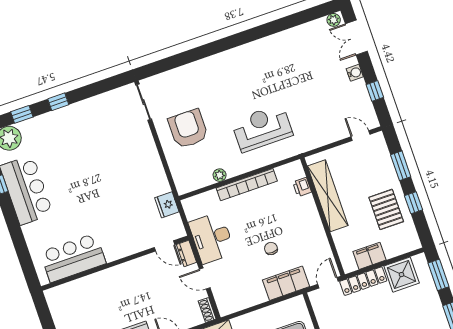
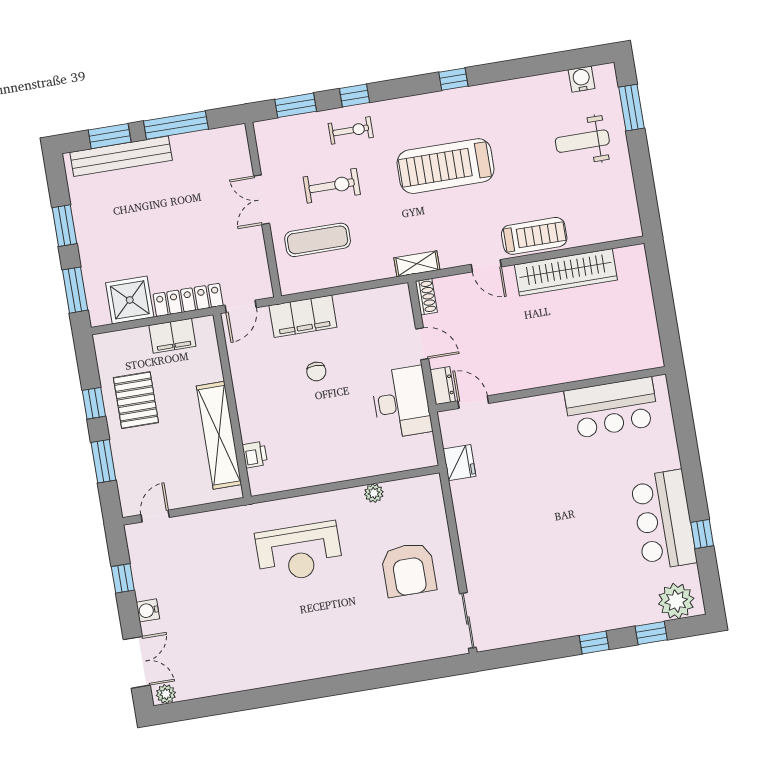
door: (361, 136) -> (155, 516), swing flipped
bookcase: (247, 185) -> (336, 472), removed

